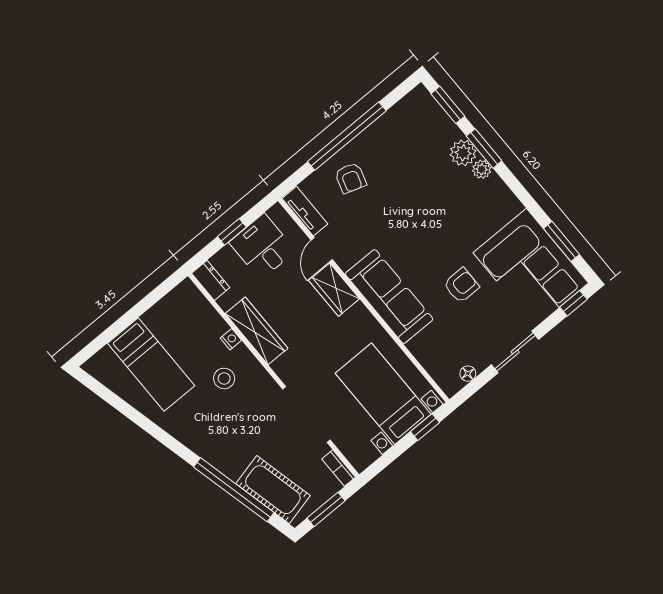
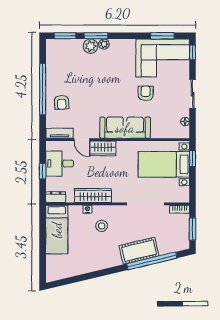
armchair: (351, 178) -> (62, 102), turned 69
bed: (151, 364) -> (57, 230), moved, turned 90
cot: (273, 490) -> (139, 251), moved

